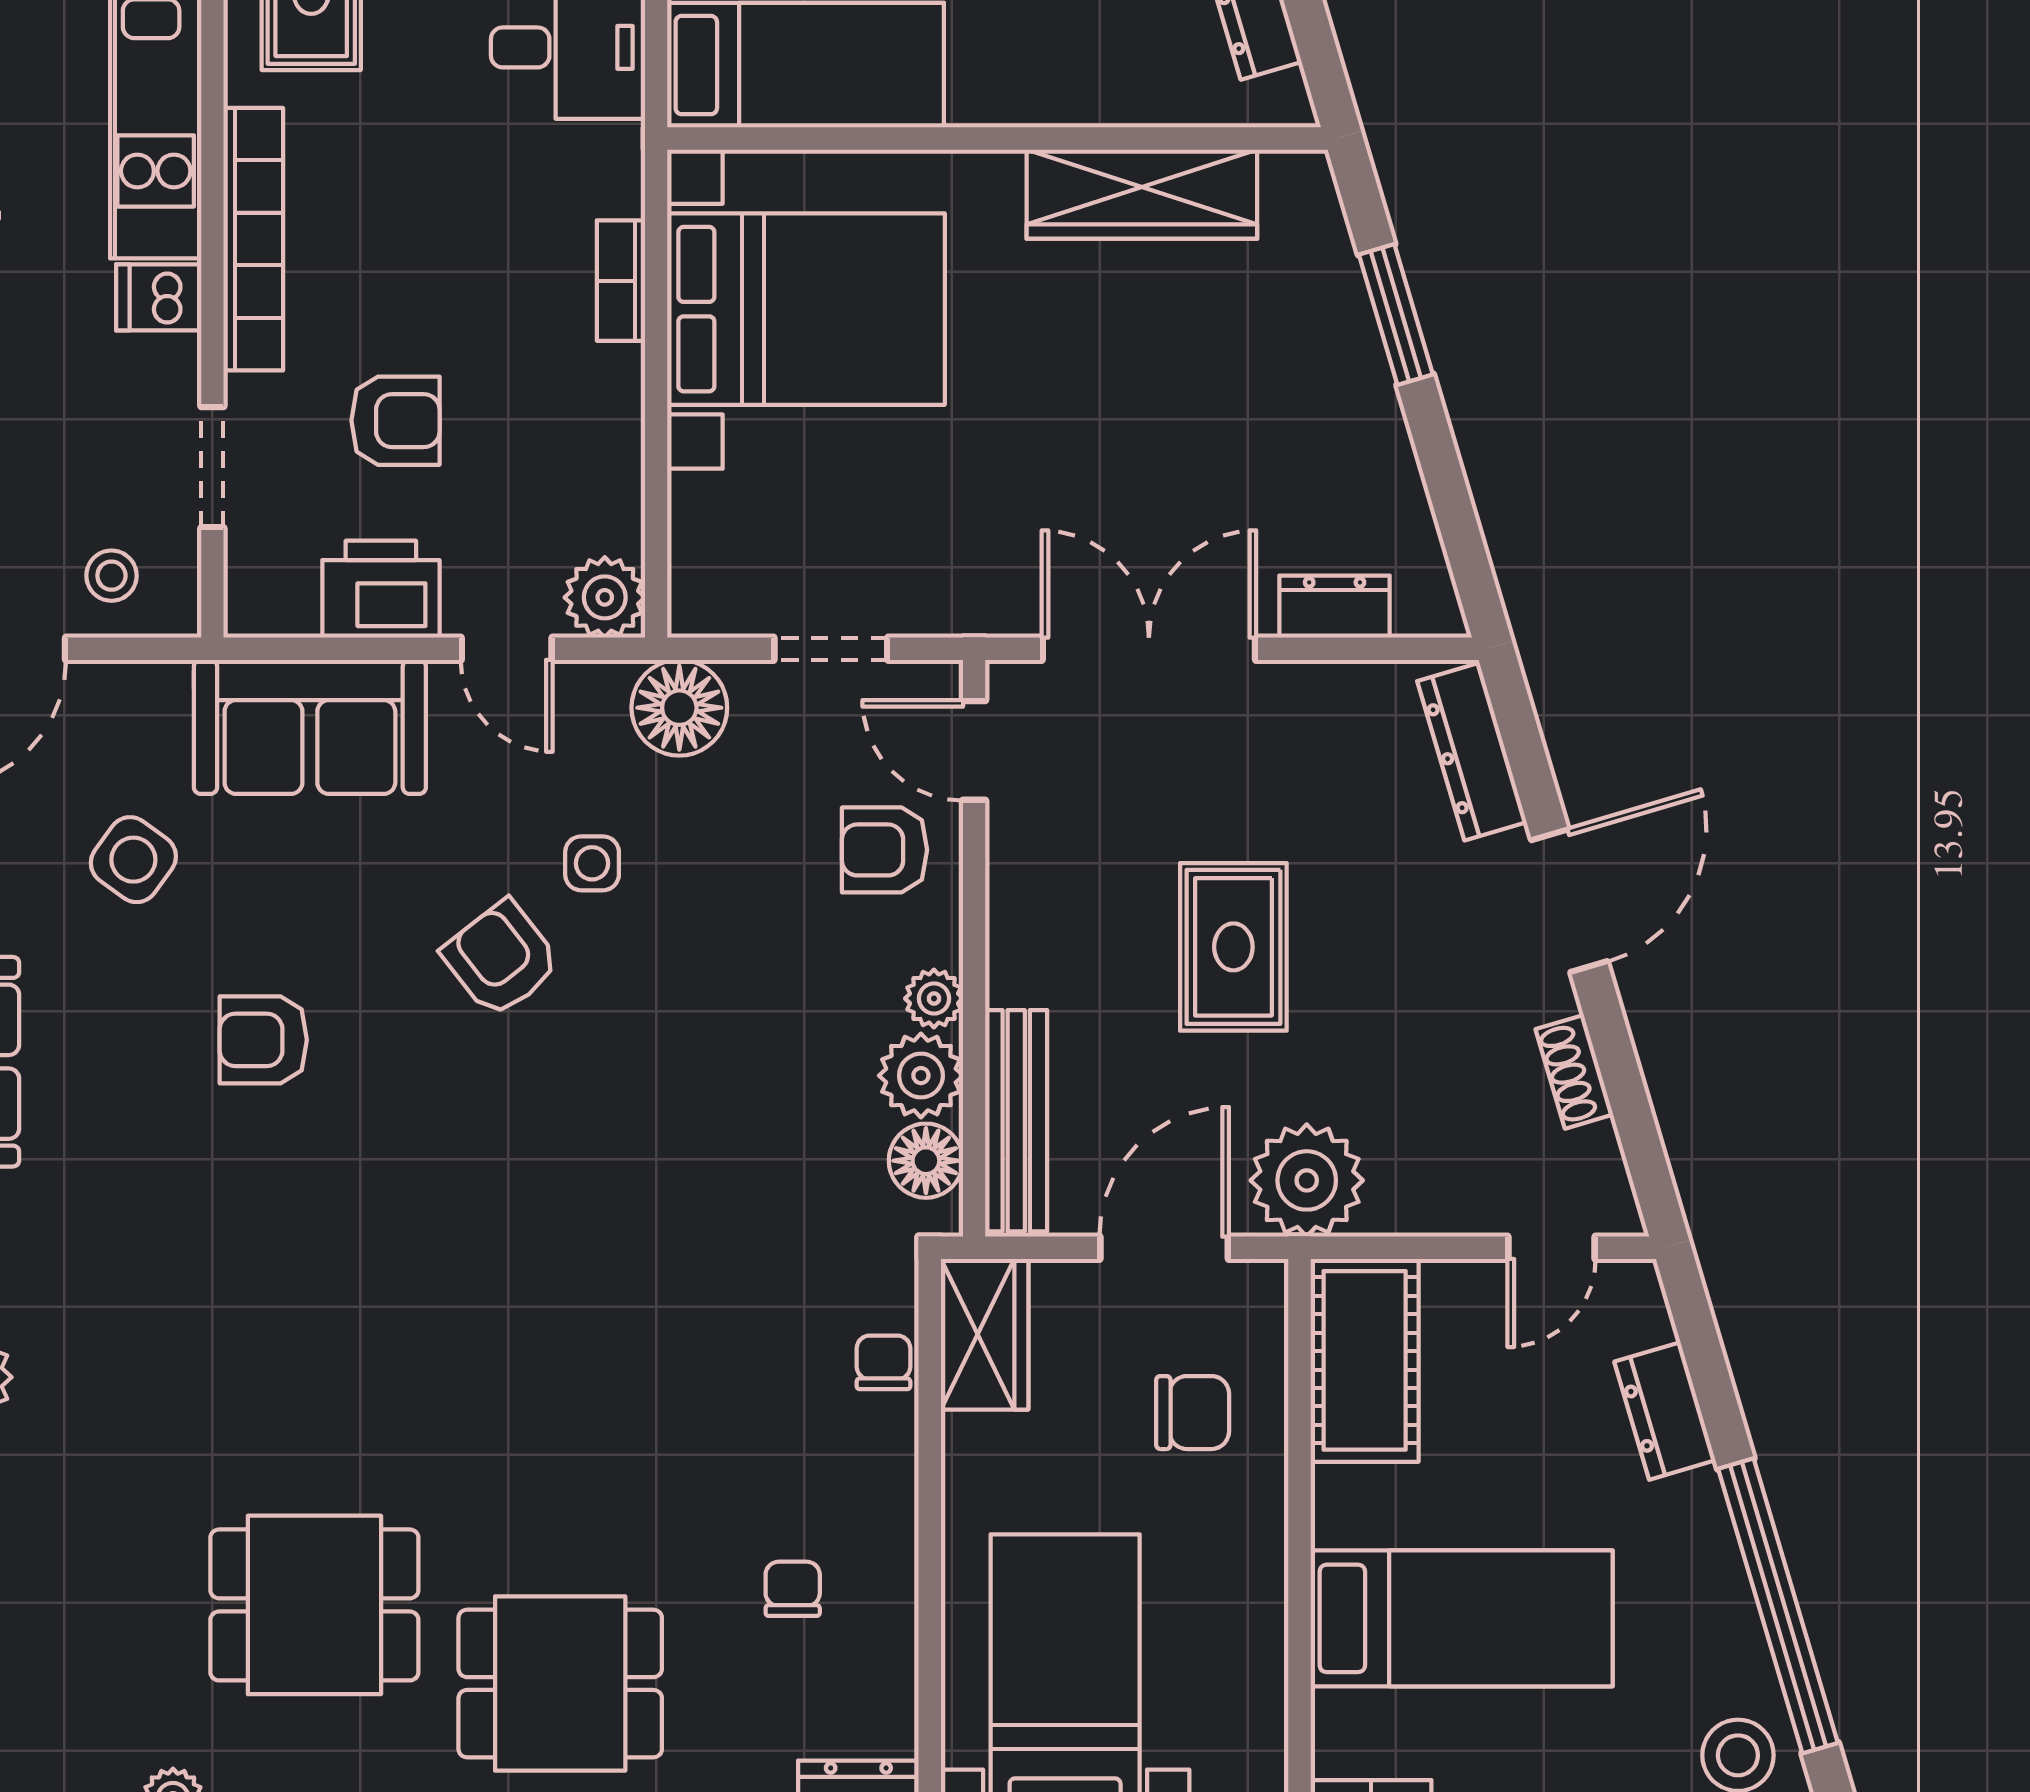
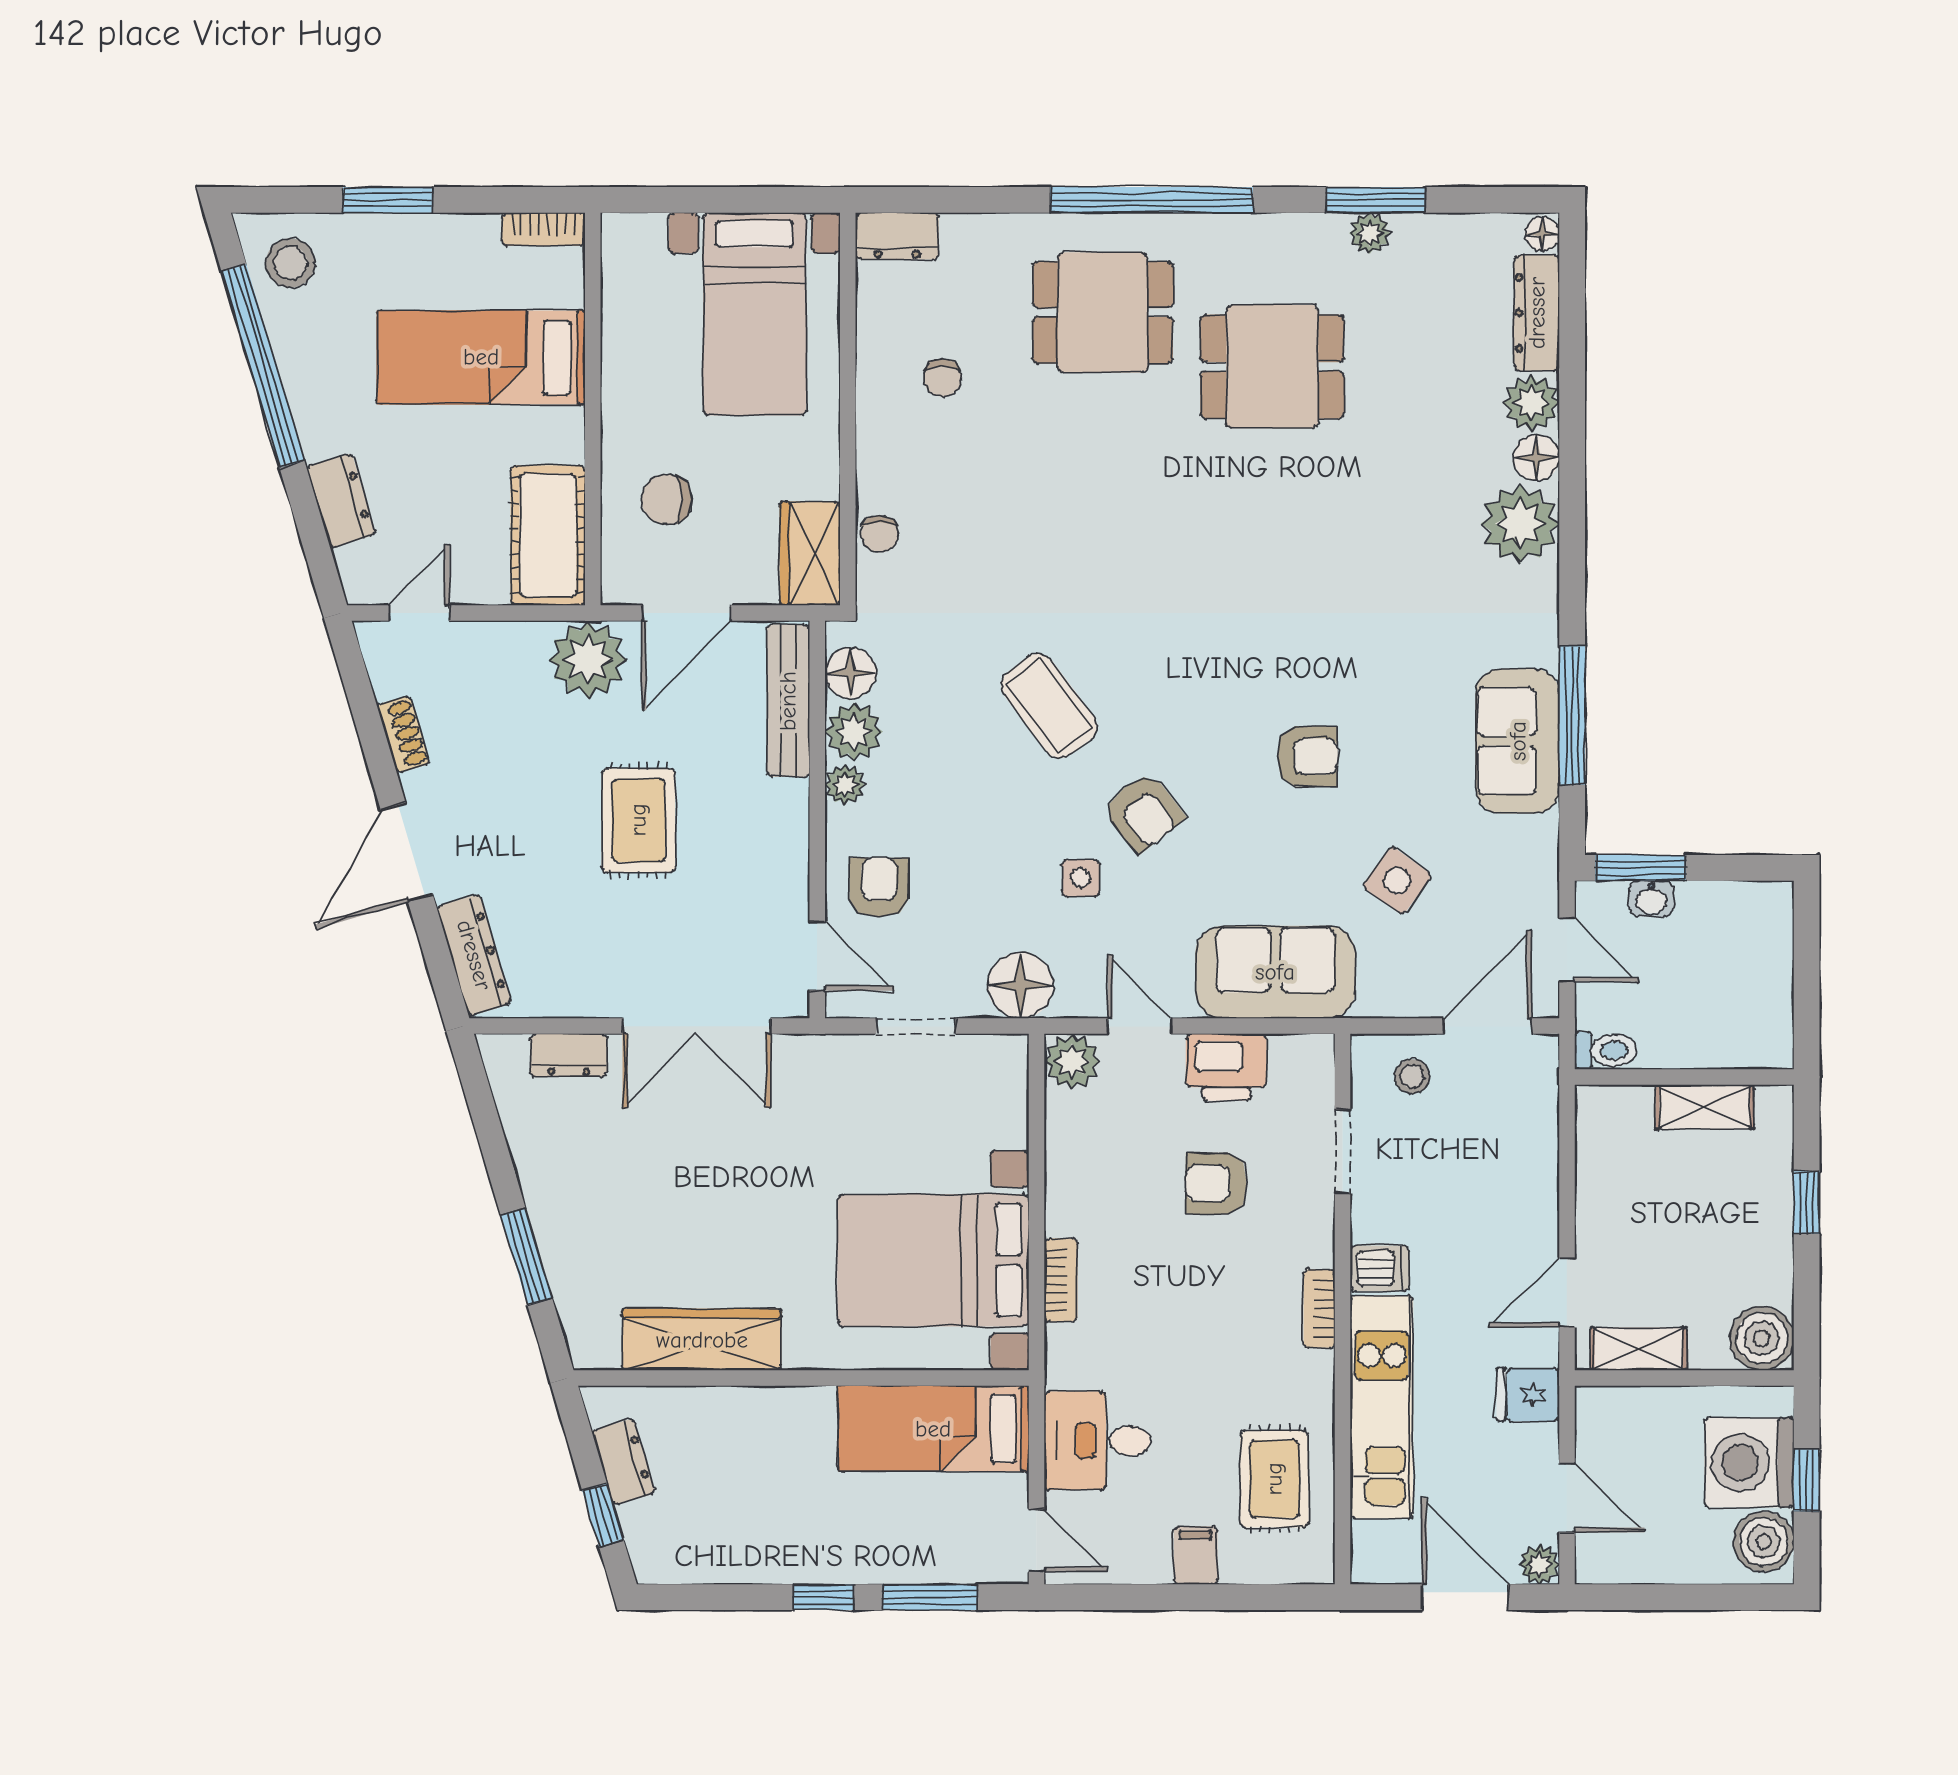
bookcase: (253, 239) -> (1319, 1308), width x0.43, depth x0.76
armchair: (885, 850) -> (879, 887), turned -90
coffee table: (638, 1113) -> (1049, 706), added

